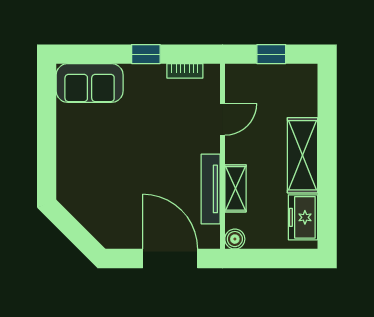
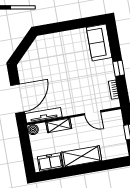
tv unit: (211, 189) -> (44, 115), moved

